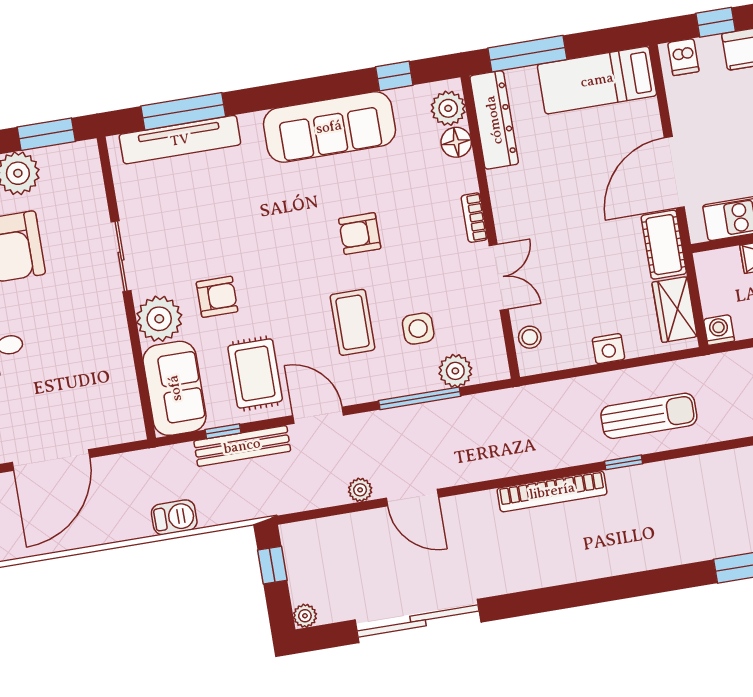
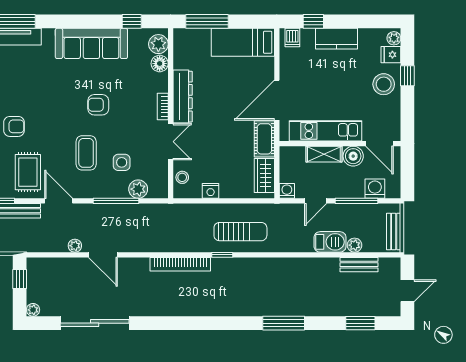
dresser: (494, 120) -> (183, 97), moved
nightstand: (608, 349) -> (211, 191), moved

